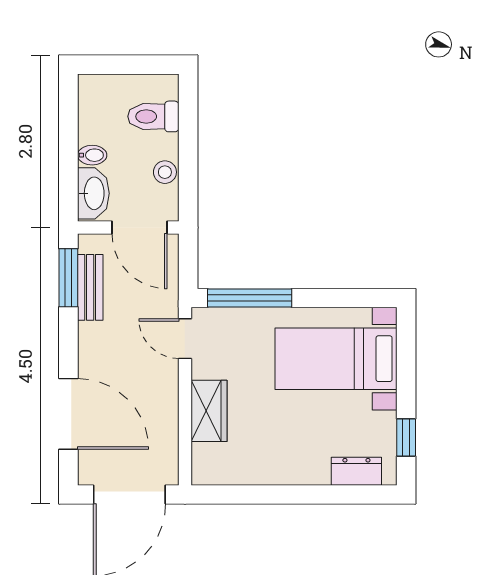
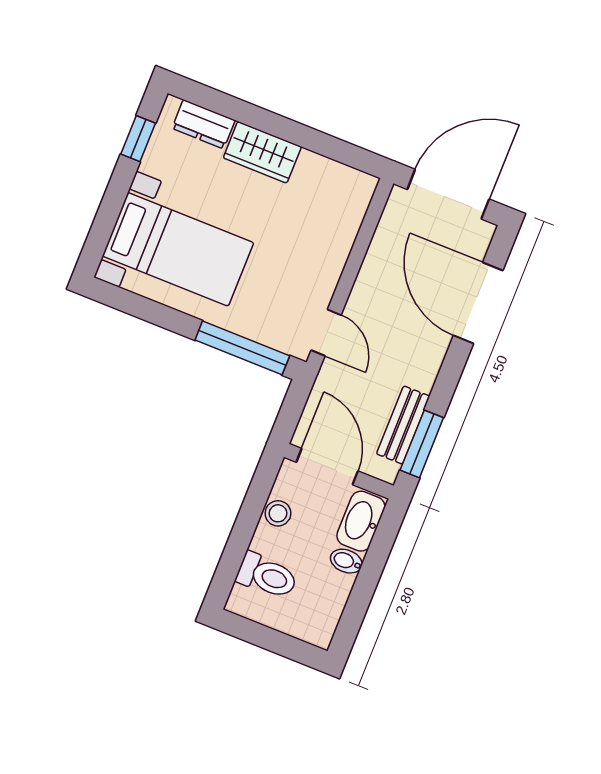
wardrobe: (209, 411) -> (262, 152), moved, turned -90

